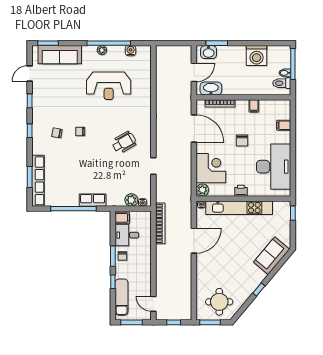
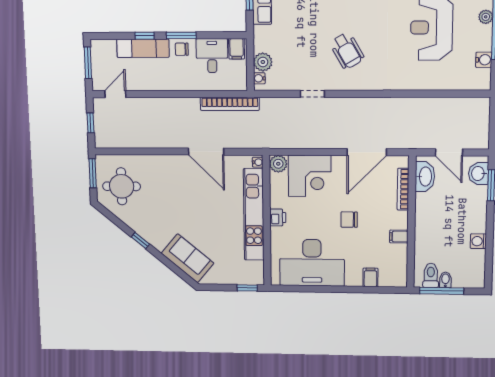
washing machine: (257, 56) -> (478, 241), width x0.53, depth x0.53
window: (293, 64) -> (442, 291), moved
exam couch: (122, 297) -> (143, 48), moved

